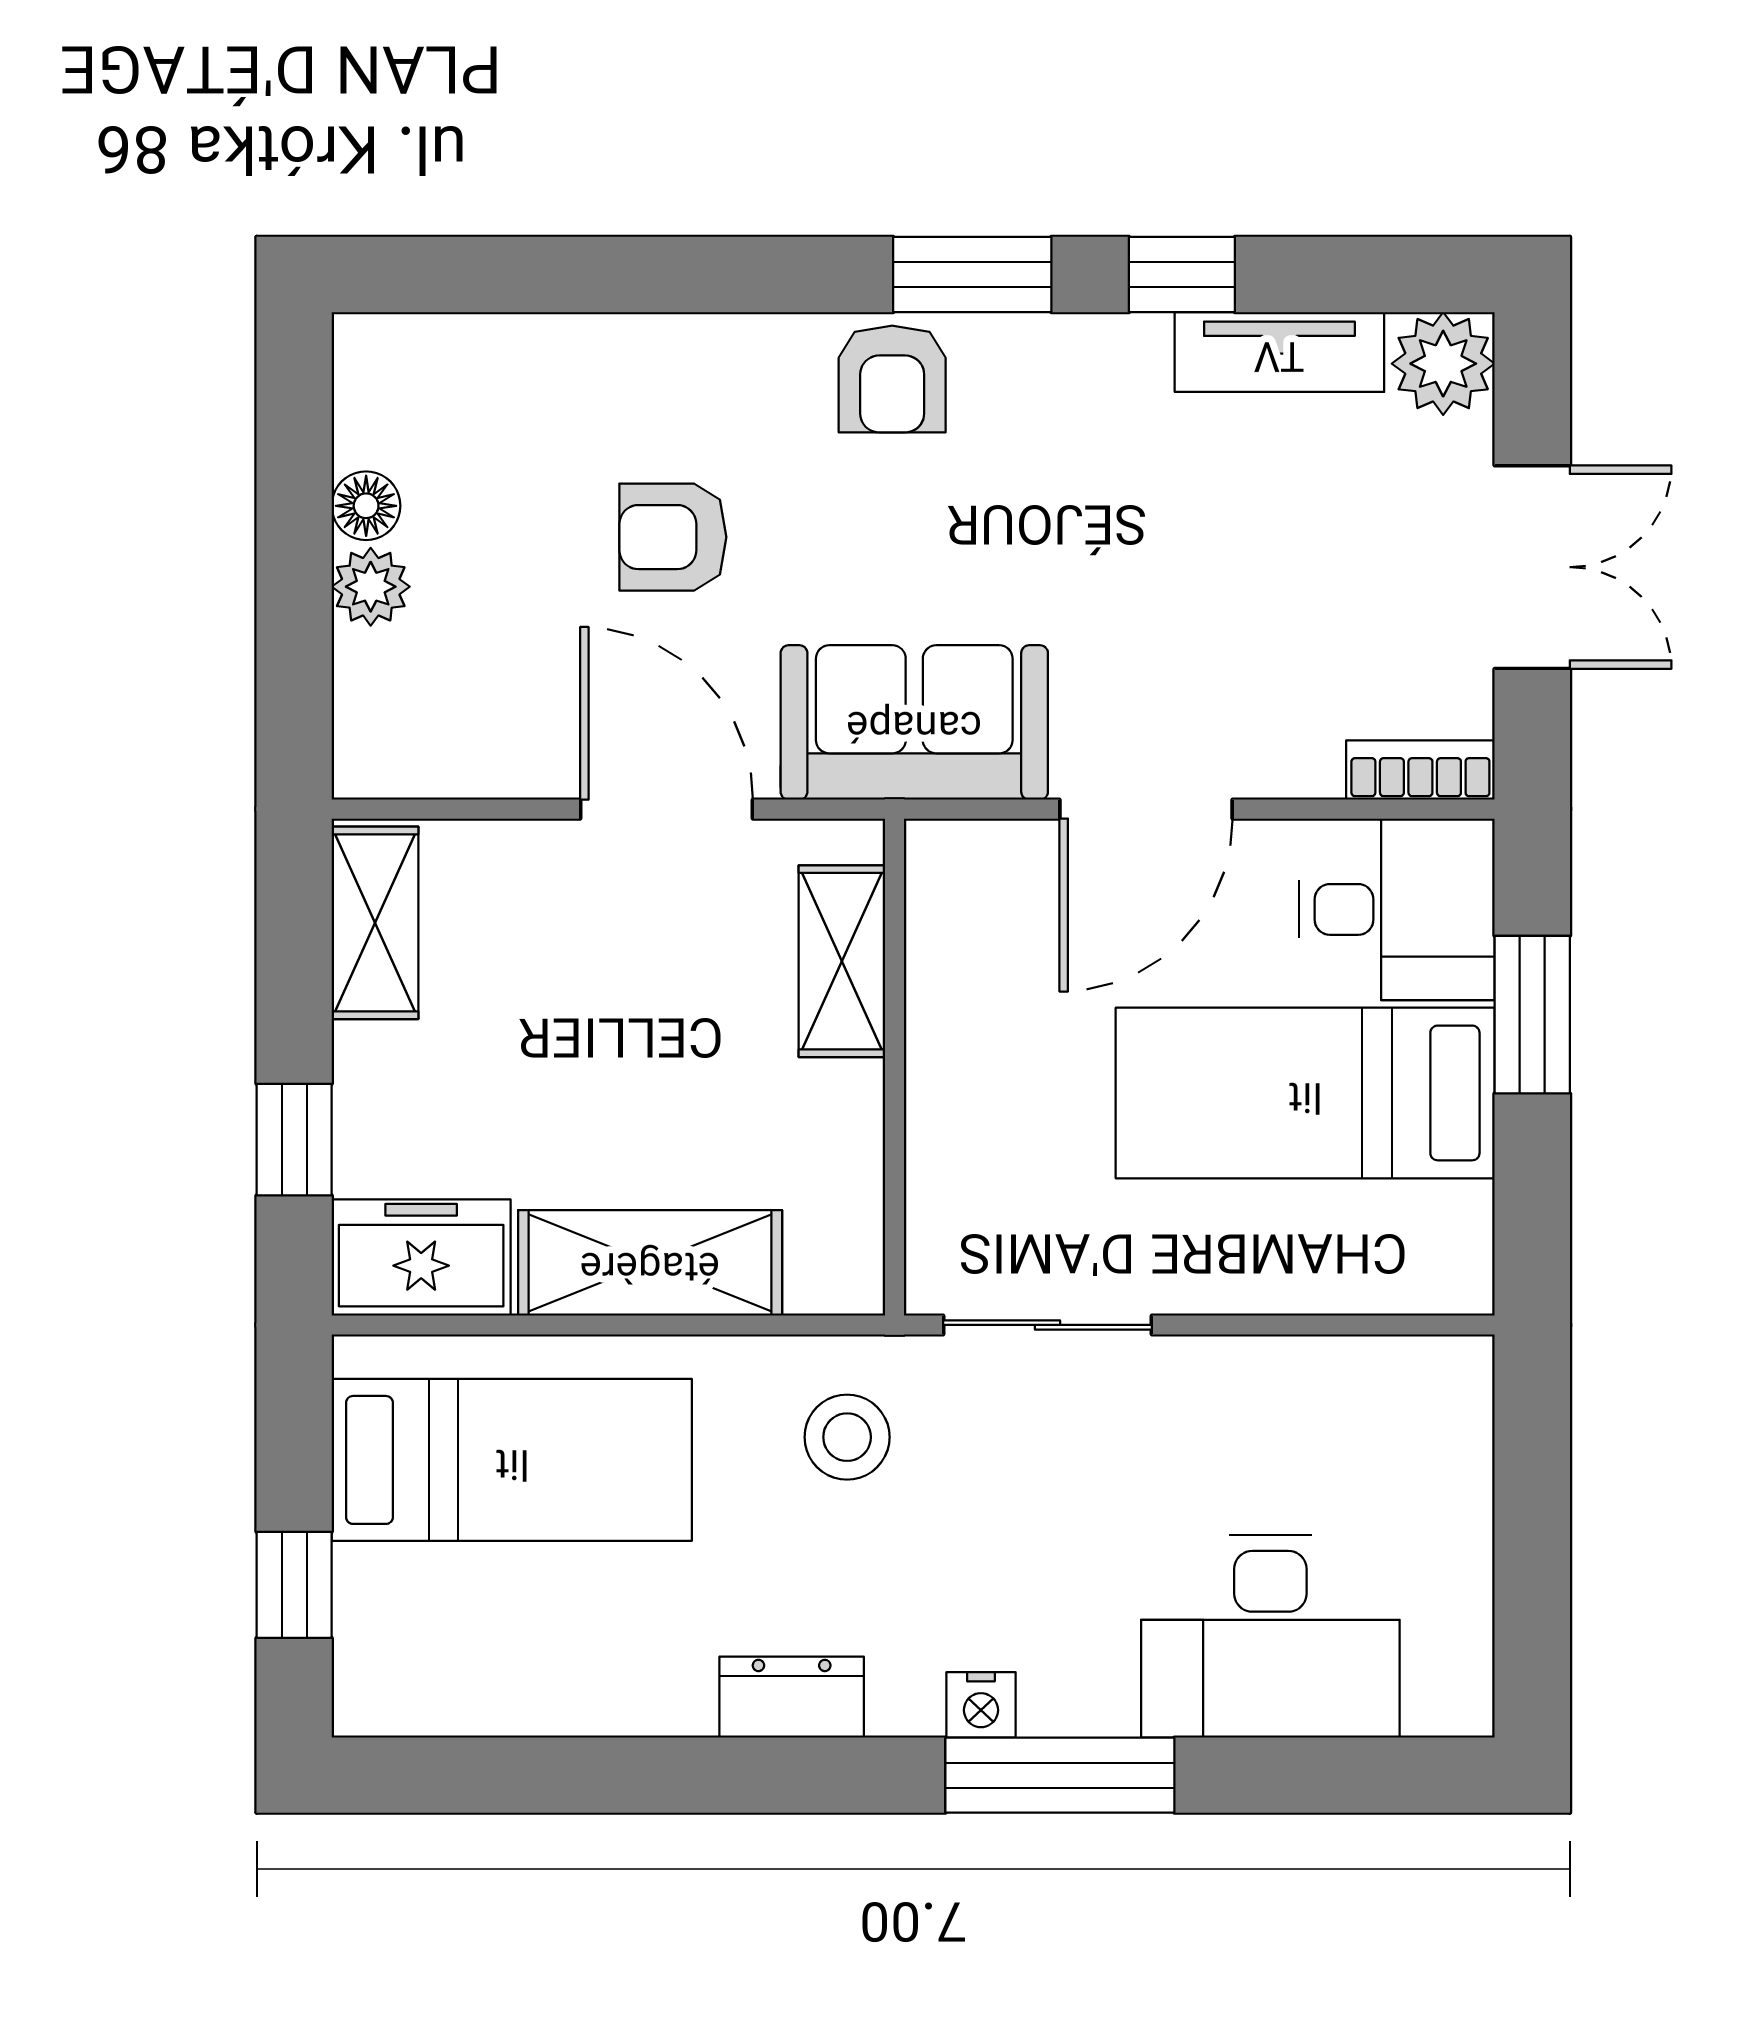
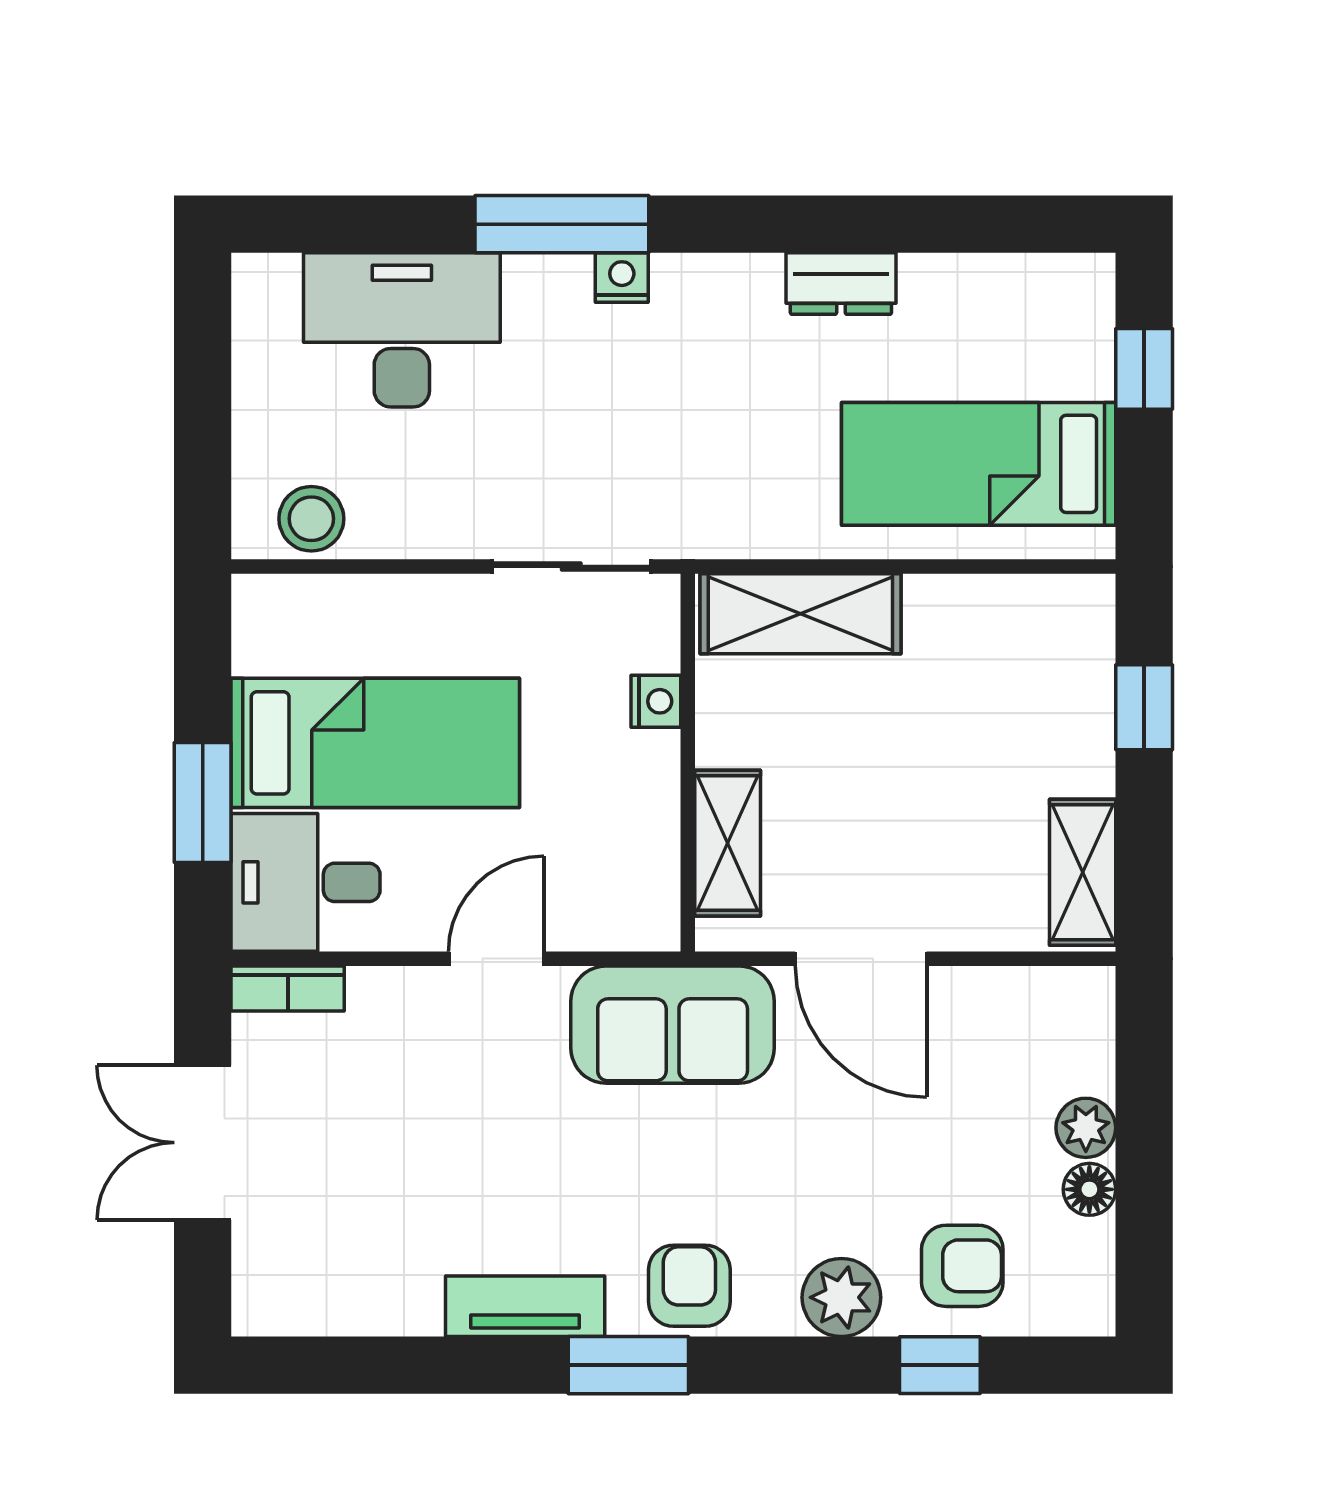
window: (1182, 274) -> (940, 1365), moved
tv unit: (1279, 352) -> (525, 1306), moved
plant: (1443, 364) -> (841, 1297), moved
armchair: (673, 537) -> (962, 1266), moved
door: (1146, 809) -> (496, 959), width x0.73
nightstand: (936, 1148) -> (656, 701), added
freezer: (421, 1257) -> (1048, 618), removed
shelving: (650, 1263) -> (800, 614), moved
stool: (847, 1437) -> (311, 519), moved
dresser: (792, 1697) -> (841, 284), moved

